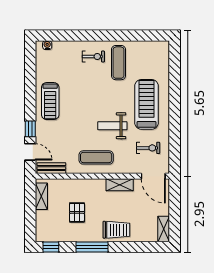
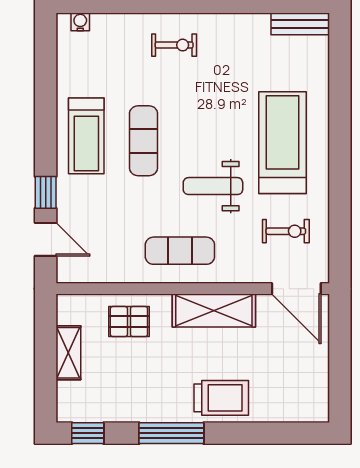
exercise mat: (118, 63) -> (144, 141), moved
bench: (51, 168) -> (300, 24), moved
shelving: (120, 185) -> (214, 311), width x1.50, depth x1.33
shelving: (41, 196) -> (68, 353), moved
pallet: (77, 212) -> (129, 322), moved, turned 90
shelving: (164, 229) -> (317, 396), removed

